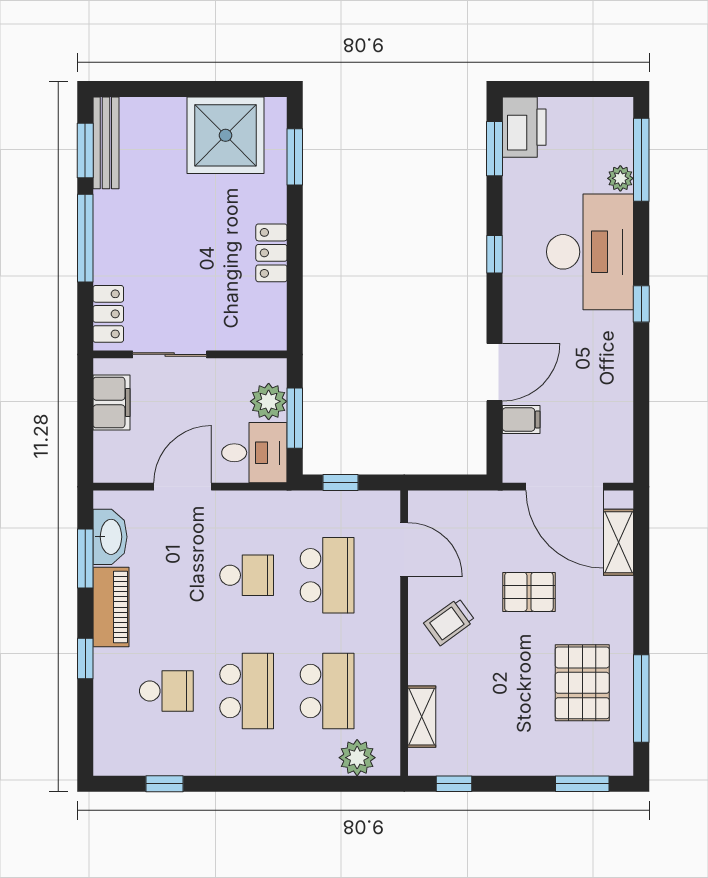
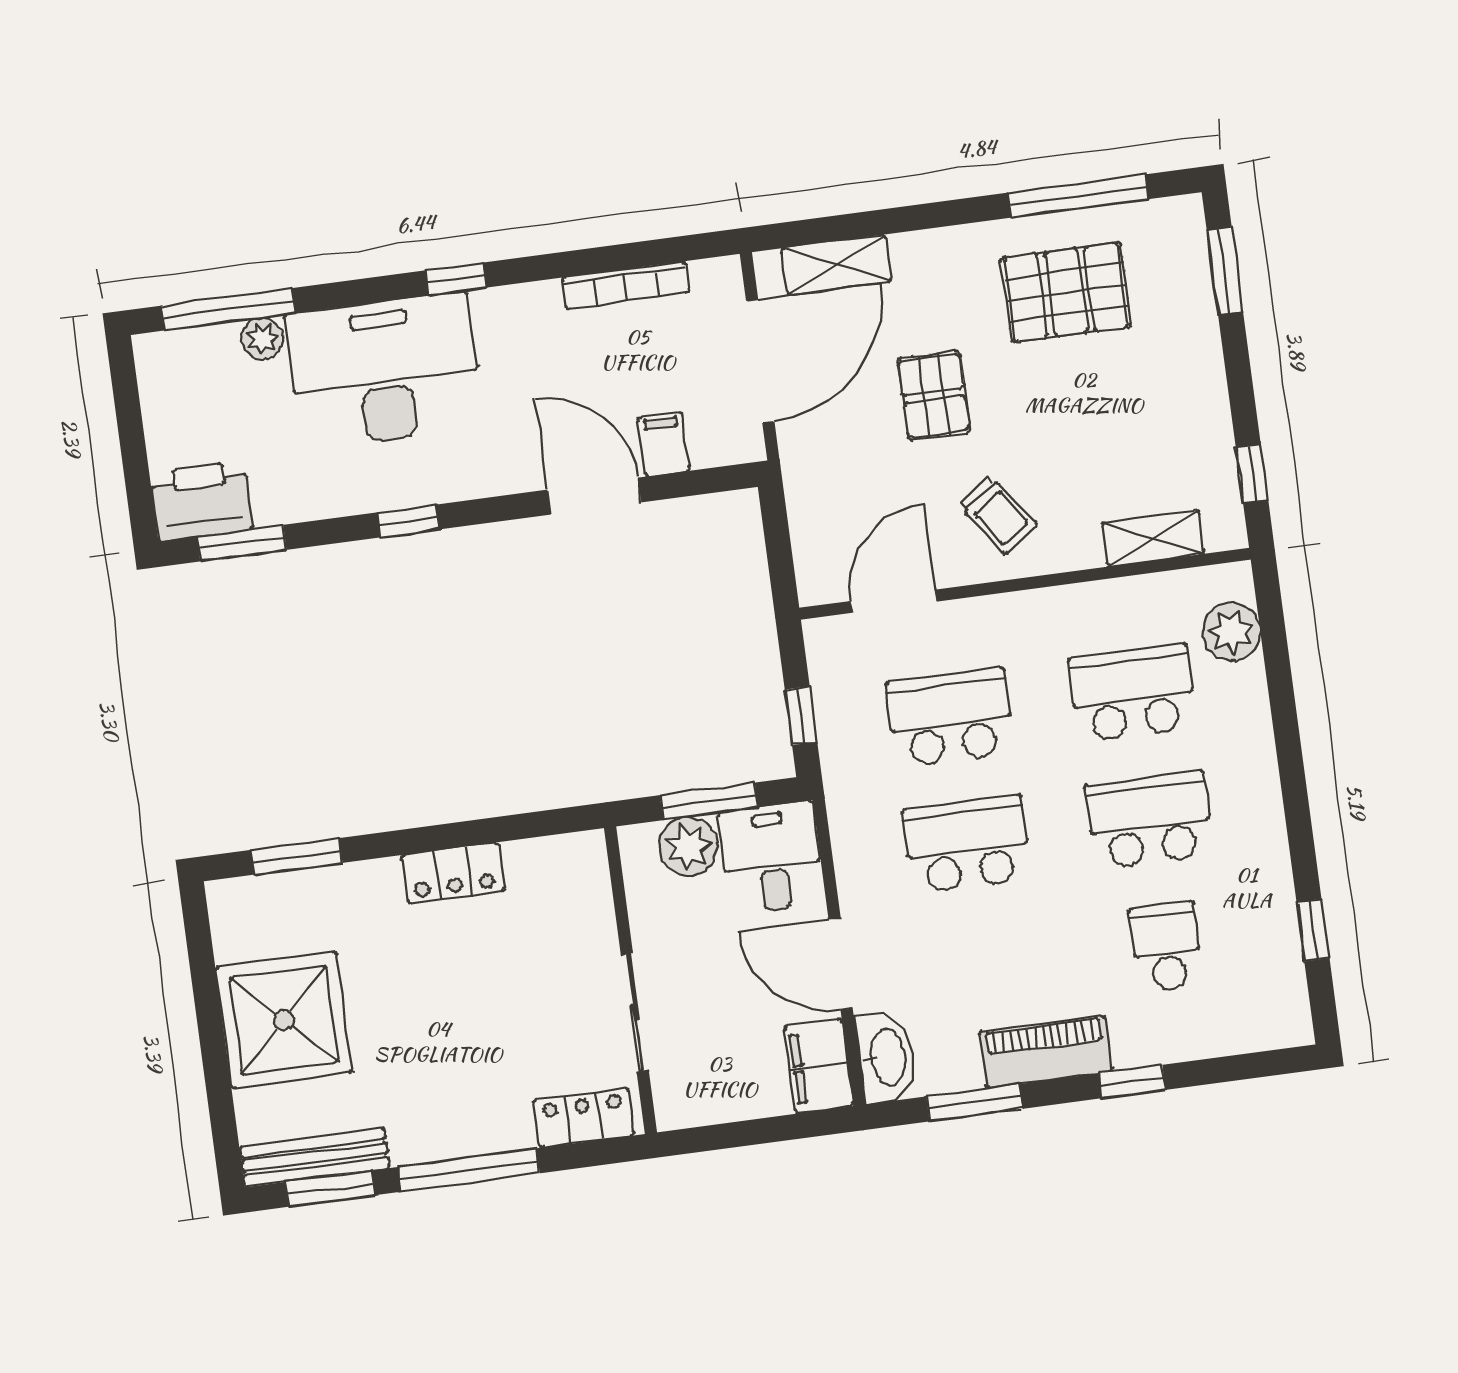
shower: (226, 135) -> (284, 1020), moved
filing cabinet: (111, 403) -> (819, 1066), moved, turned -90
bookcase: (623, 409) -> (626, 285), added
washbasin: (110, 537) -> (886, 1057), moved, turned 90
school desk: (247, 575) -> (967, 844), width x1.85

